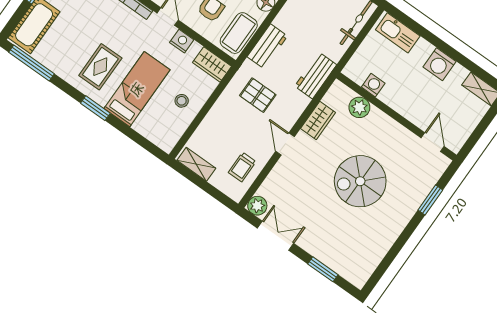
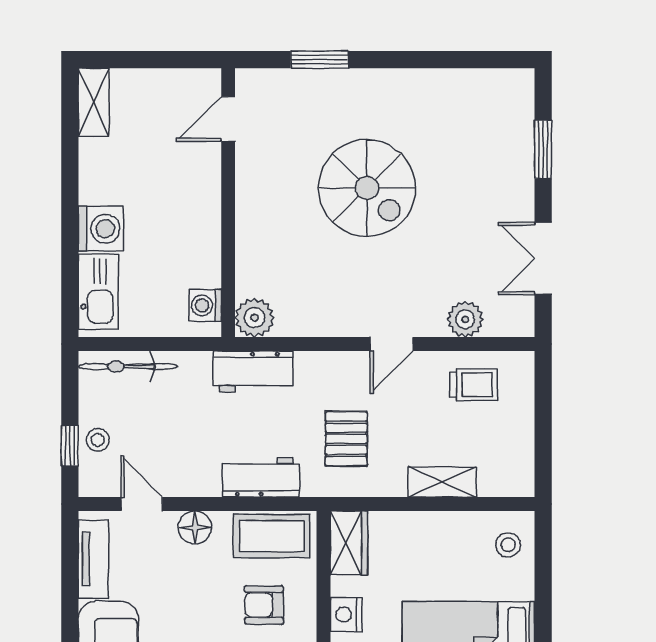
washing machine: (439, 64) -> (101, 229), moved
washing machine: (373, 85) -> (205, 305), moved
stool: (182, 101) -> (508, 545), moved
plant: (359, 107) -> (254, 318), moved
wardrobe: (318, 121) -> (320, 319), removed
shelving: (196, 164) -> (442, 482), moved, turned 90
plant: (257, 206) -> (465, 319), moved

